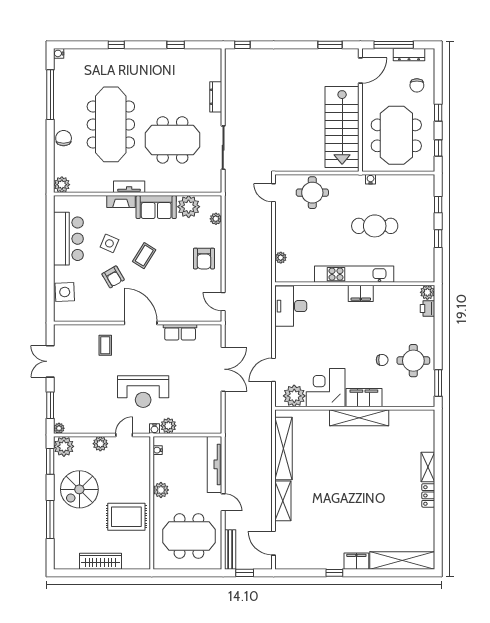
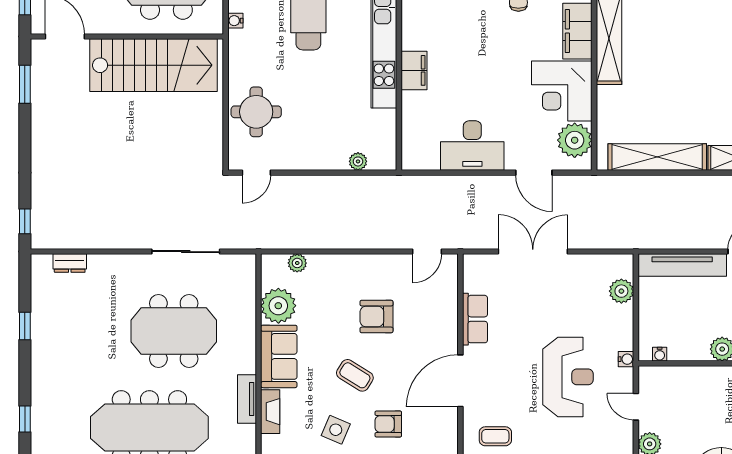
dresser: (216, 97) -> (70, 263), moved, width x0.70
meeting table: (172, 140) -> (174, 331), turned 90
armchair: (204, 259) -> (376, 317), moved, turned 180
armchair: (113, 277) -> (388, 424), turned -150
filing cabinet: (361, 293) -> (414, 70), moved
desk: (291, 306) -> (472, 146), moved
plant: (168, 426) -> (621, 291), moved

